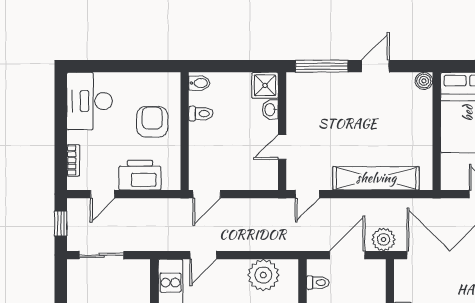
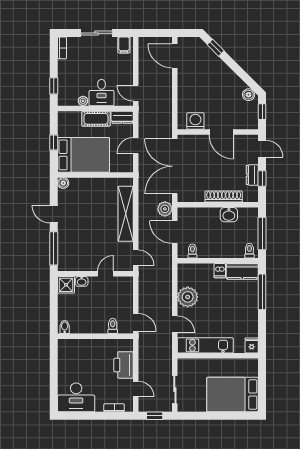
toilet: (201, 114) -> (113, 326), moved
armchair: (152, 122) -> (89, 357), removed
door: (282, 147) -> (106, 274), swing flipped
plant: (263, 275) -> (188, 297), moved

